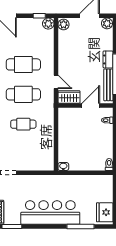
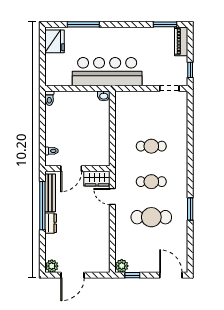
plant: (64, 24) -> (103, 265), removed
cafe table: (23, 94) -> (151, 182), width x0.73, depth x0.74
bar counter: (50, 213) -> (107, 72), moved, turned 180

